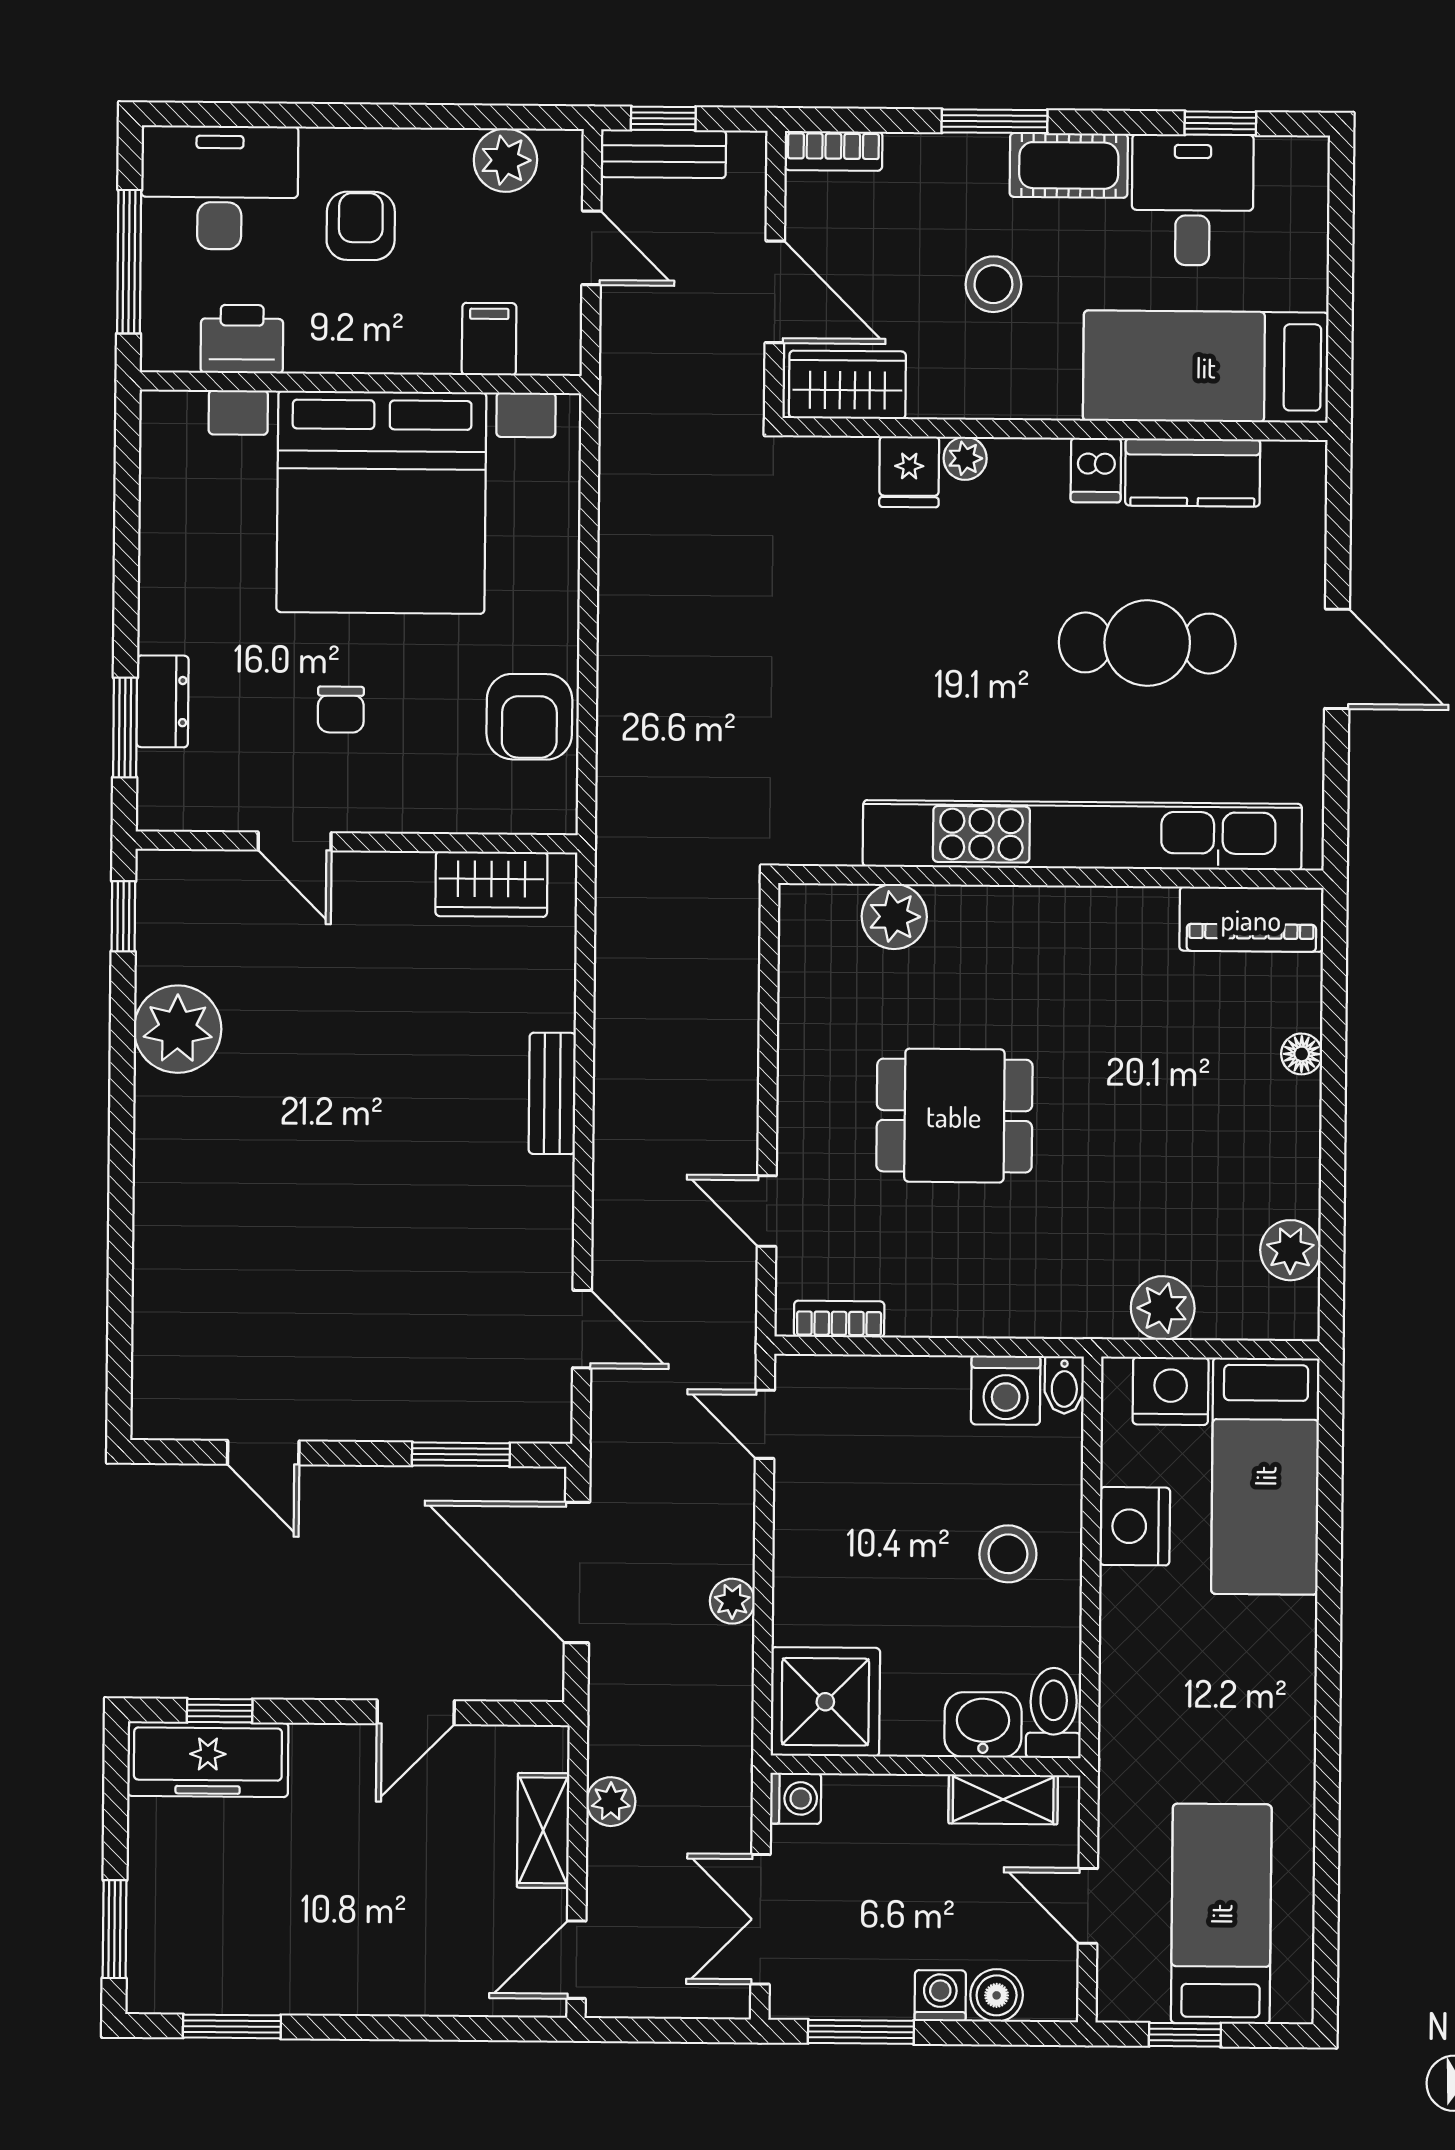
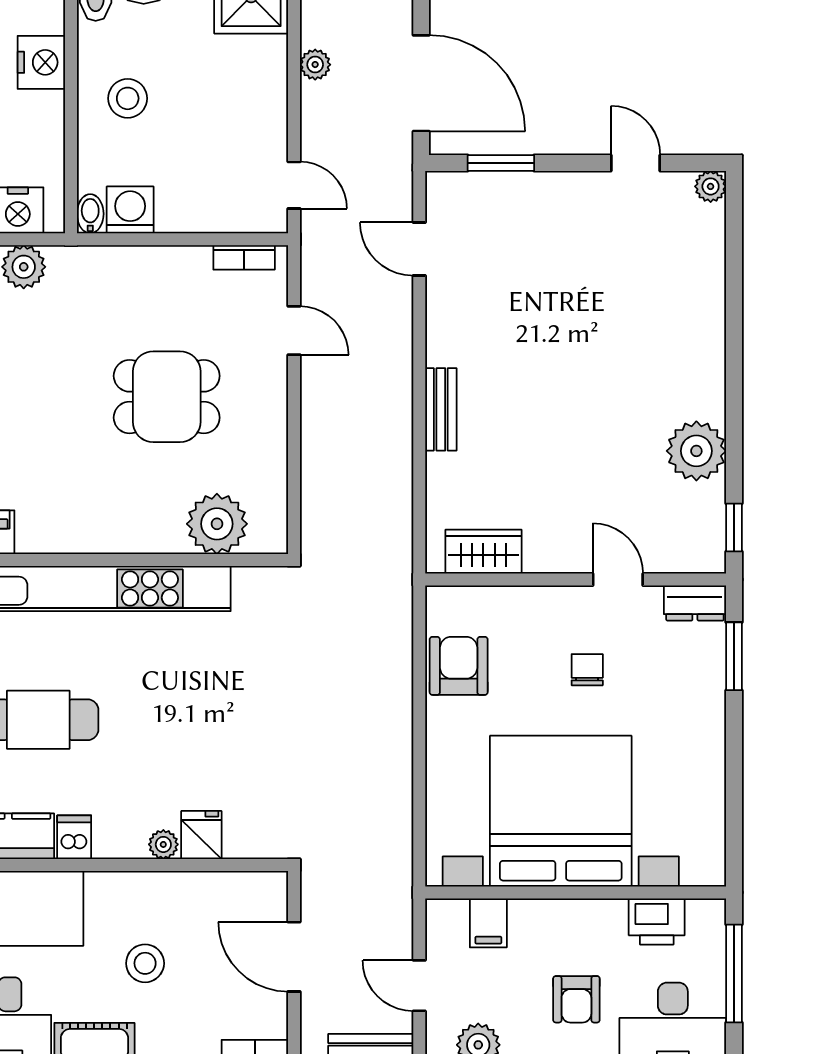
wardrobe: (847, 385) -> (244, 894), removed
dresser: (163, 701) -> (695, 603), moved, turned -90
plant: (894, 917) -> (217, 524), width x1.36, depth x1.36
plant: (154, 1417) -> (711, 186), added
nightstand: (1135, 1526) -> (41, 62), moved

